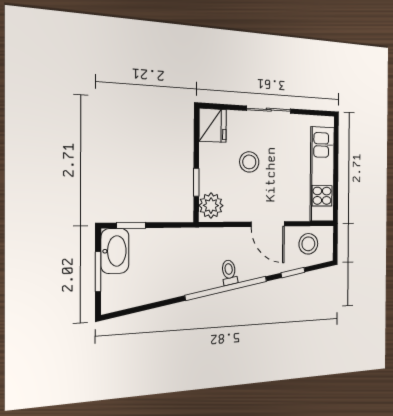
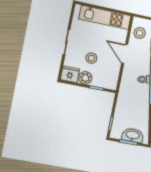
plant: (211, 206) -> (85, 78), moved
door: (268, 224) -> (125, 54), swing flipped
washbasin: (115, 251) -> (133, 135), moved

